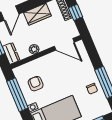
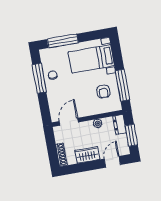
window: (76, 12) -> (52, 149), removed
door: (64, 44) -> (69, 122), hinge flipped

